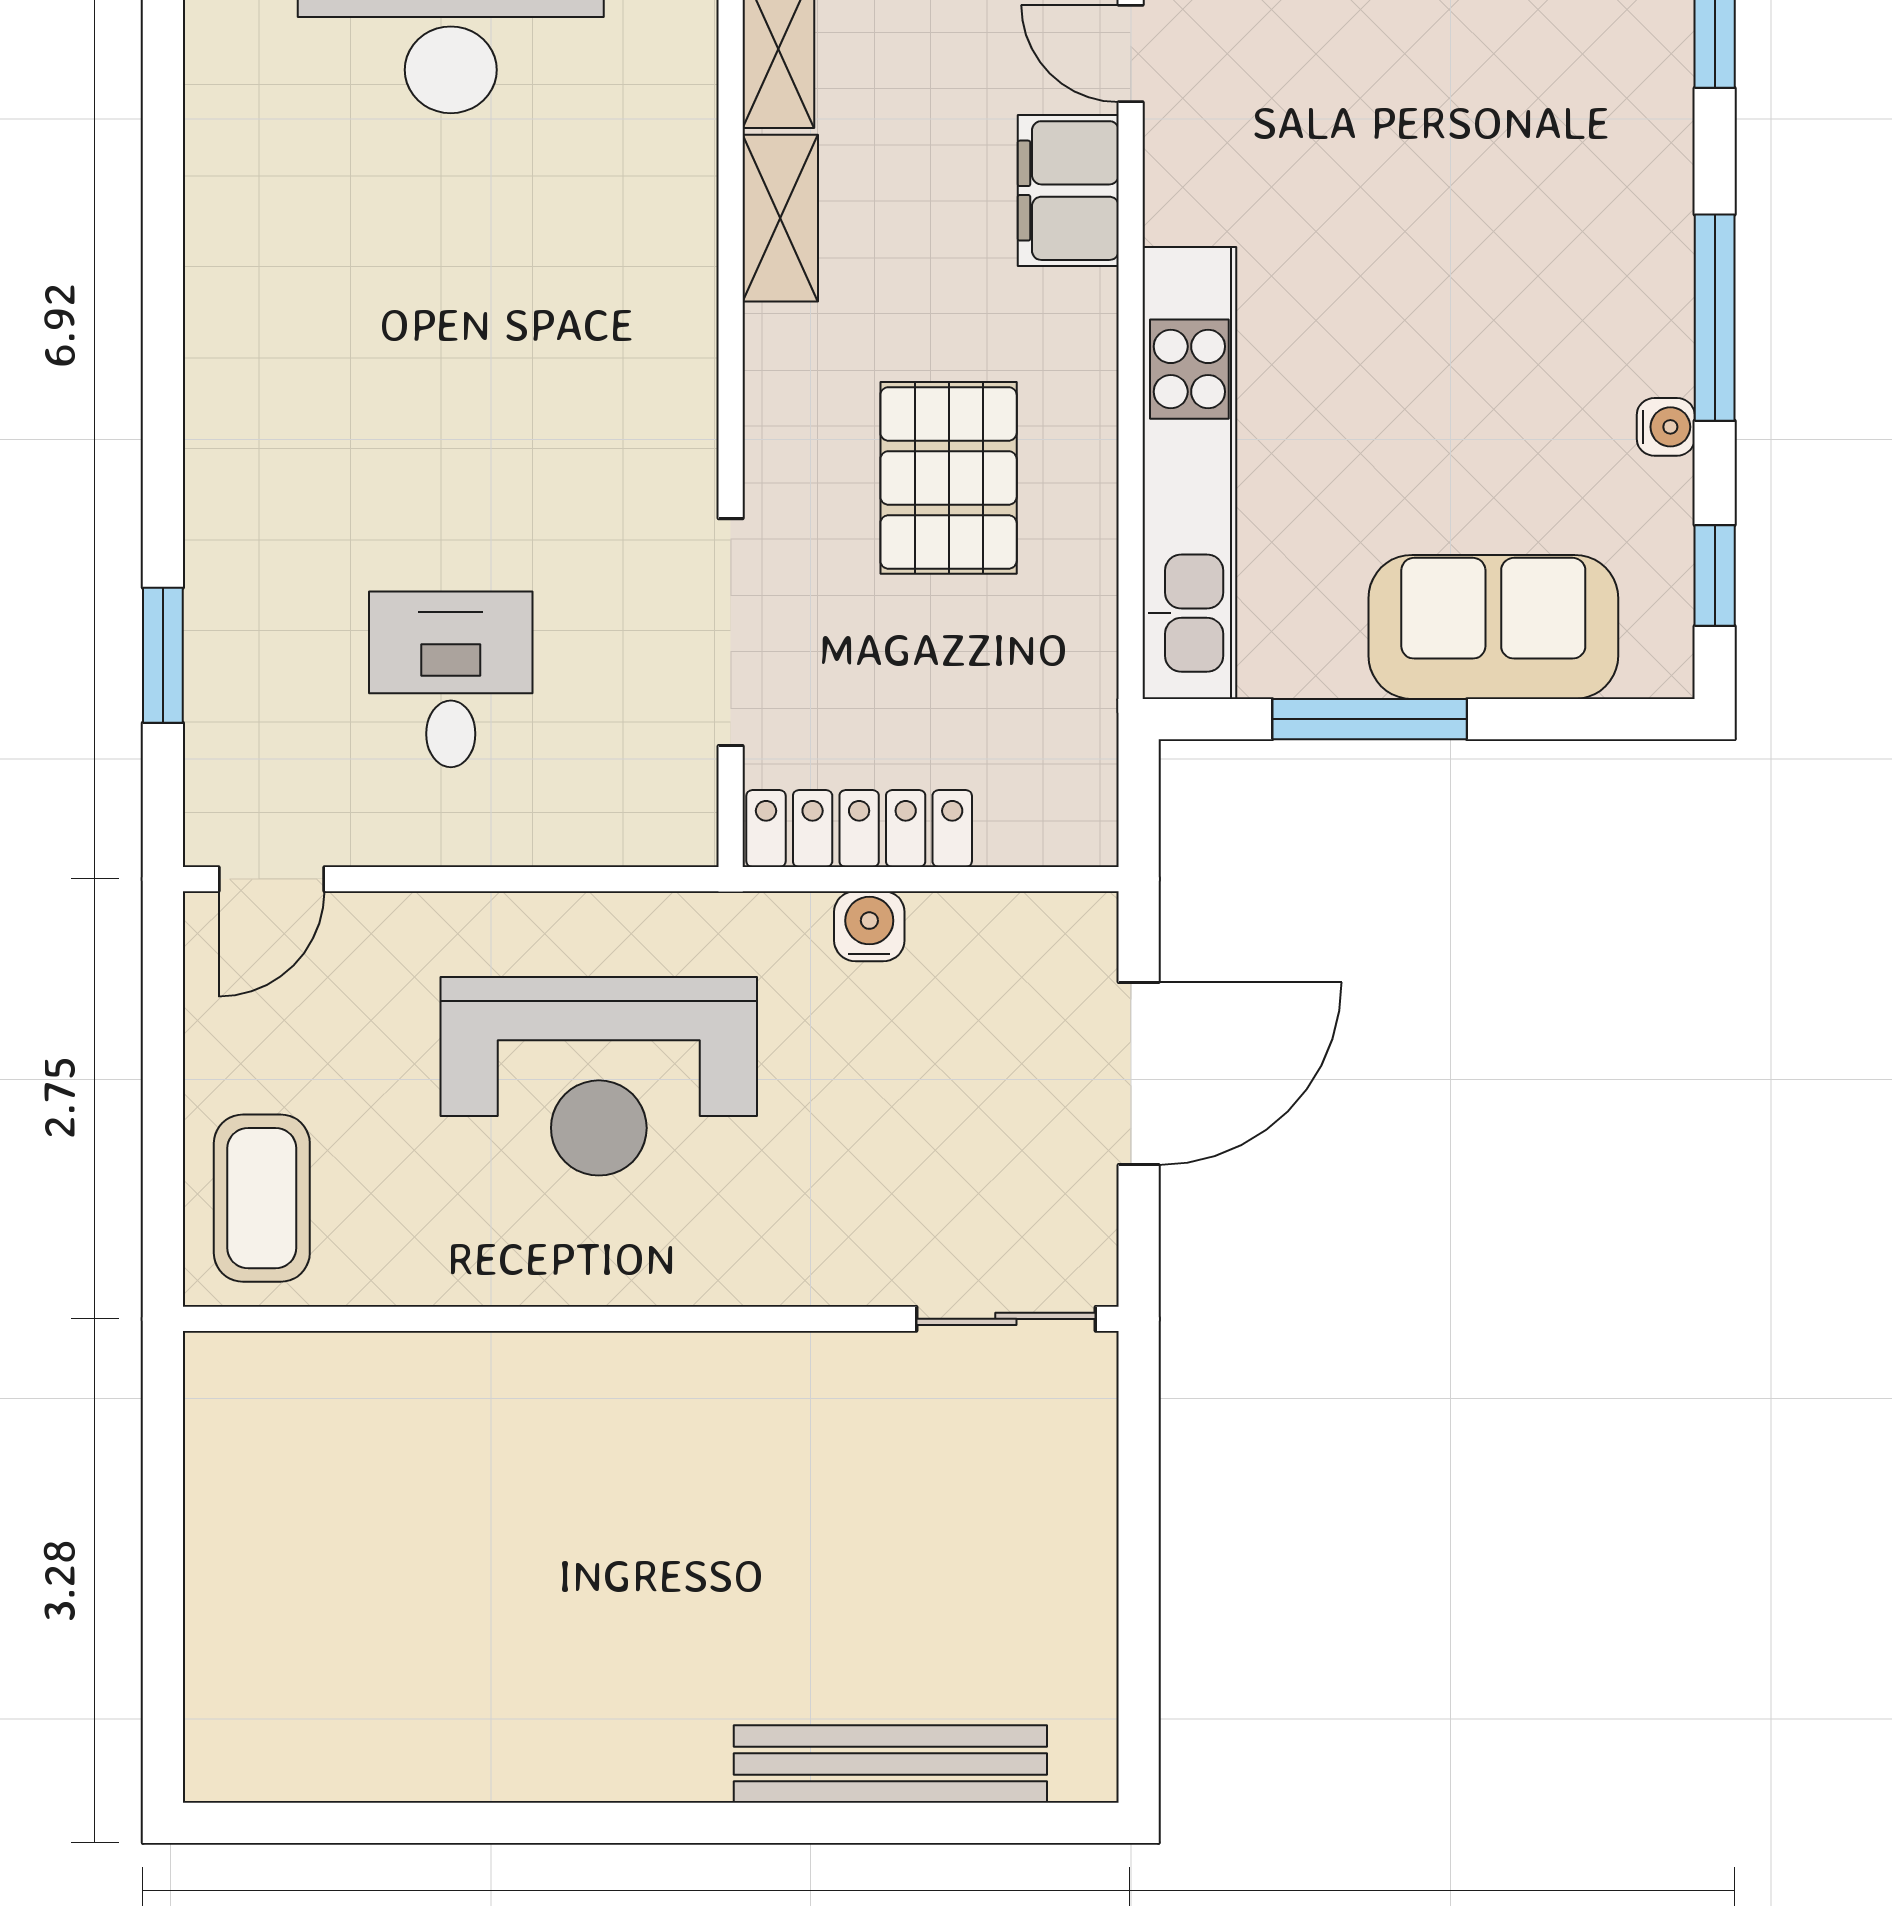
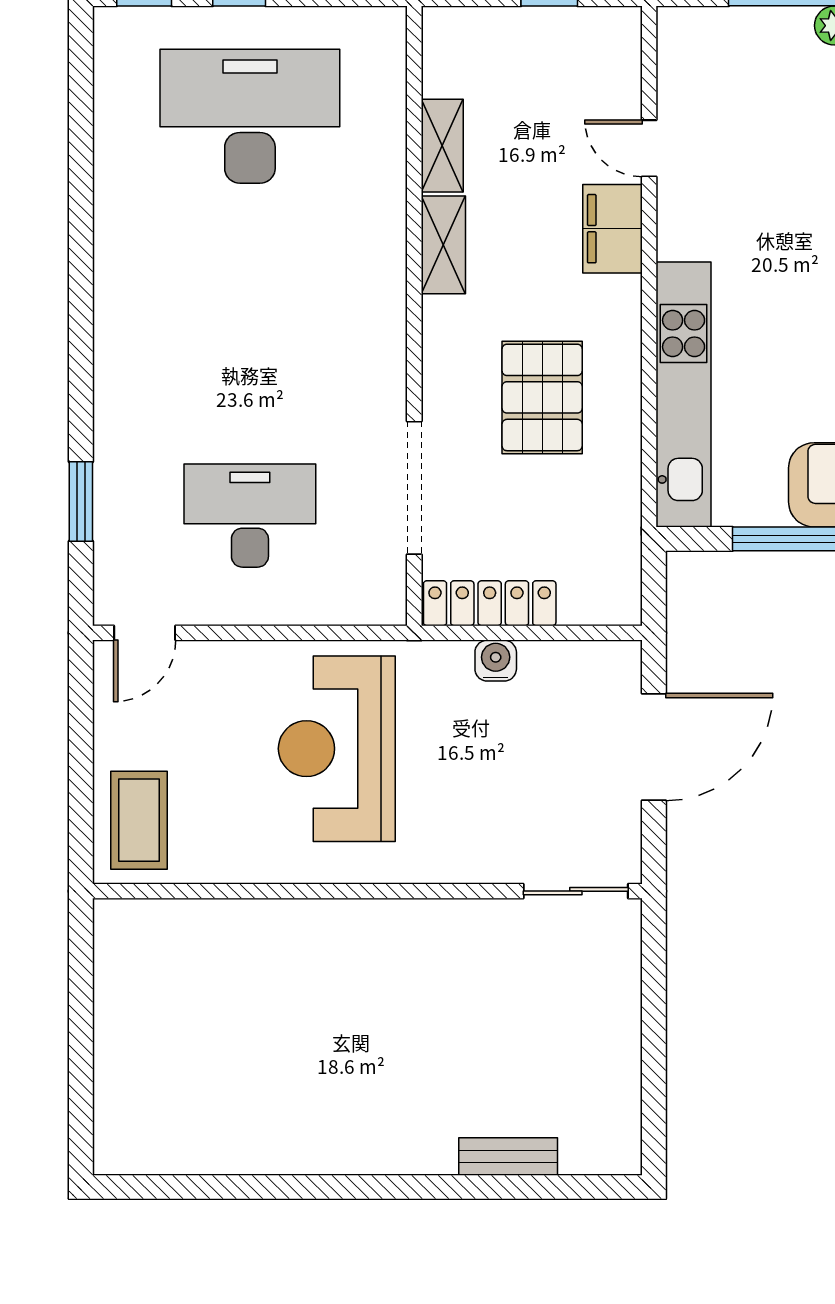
desk: (451, 679) -> (250, 516), width x1.37
reception desk: (599, 1076) -> (337, 749), turned 90
bench: (890, 1764) -> (508, 1156), width x0.54, depth x0.82

